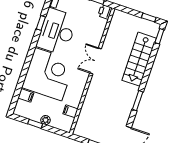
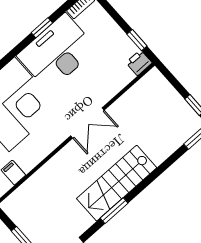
stairs: (139, 59) -> (117, 183), moved
double door: (96, 61) -> (87, 123), swing flipped

